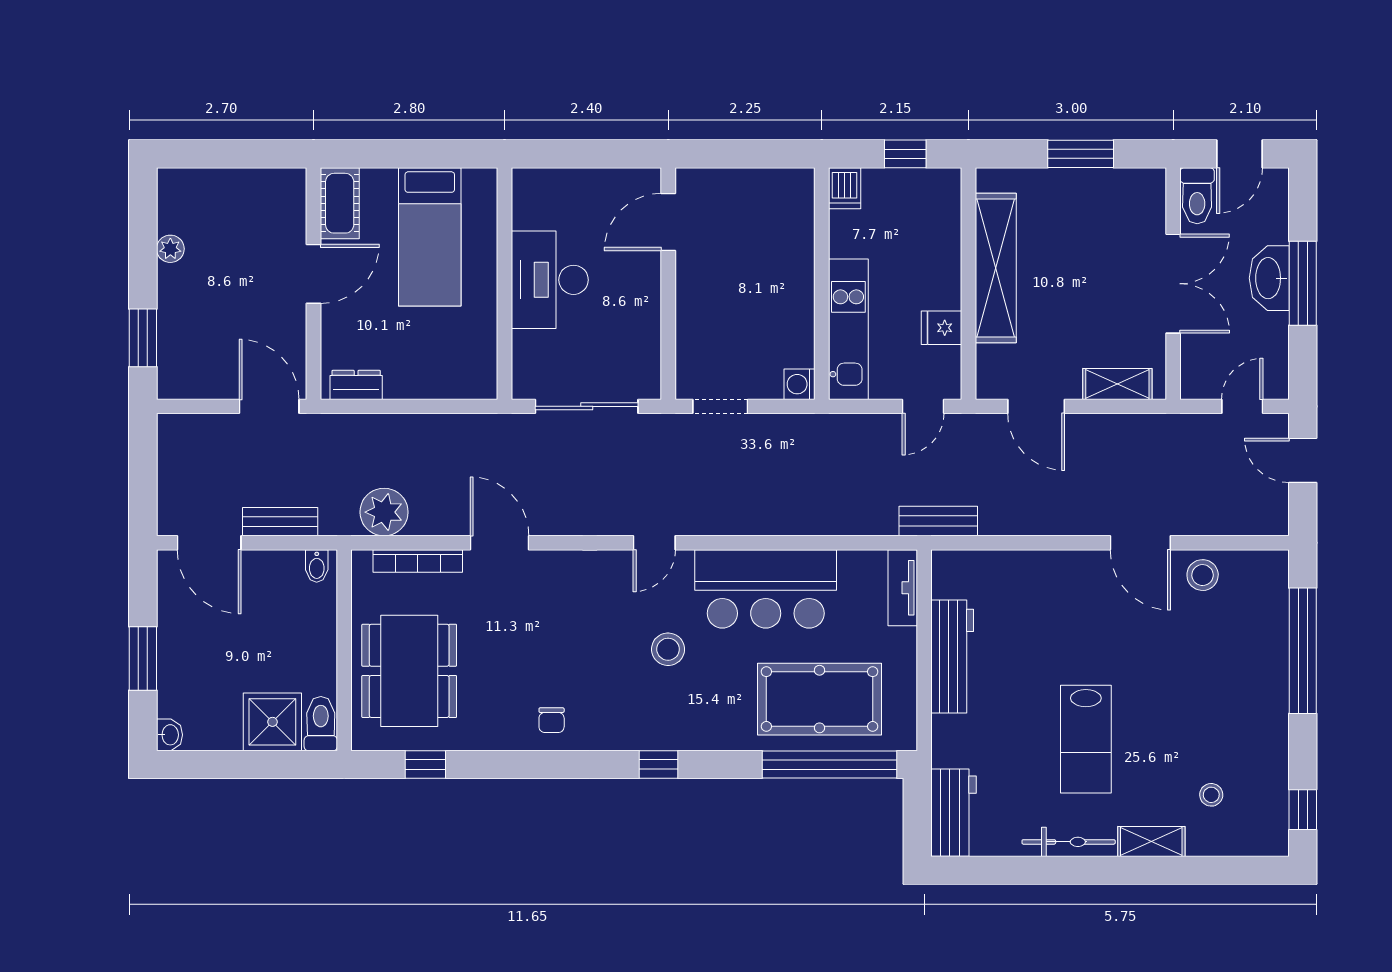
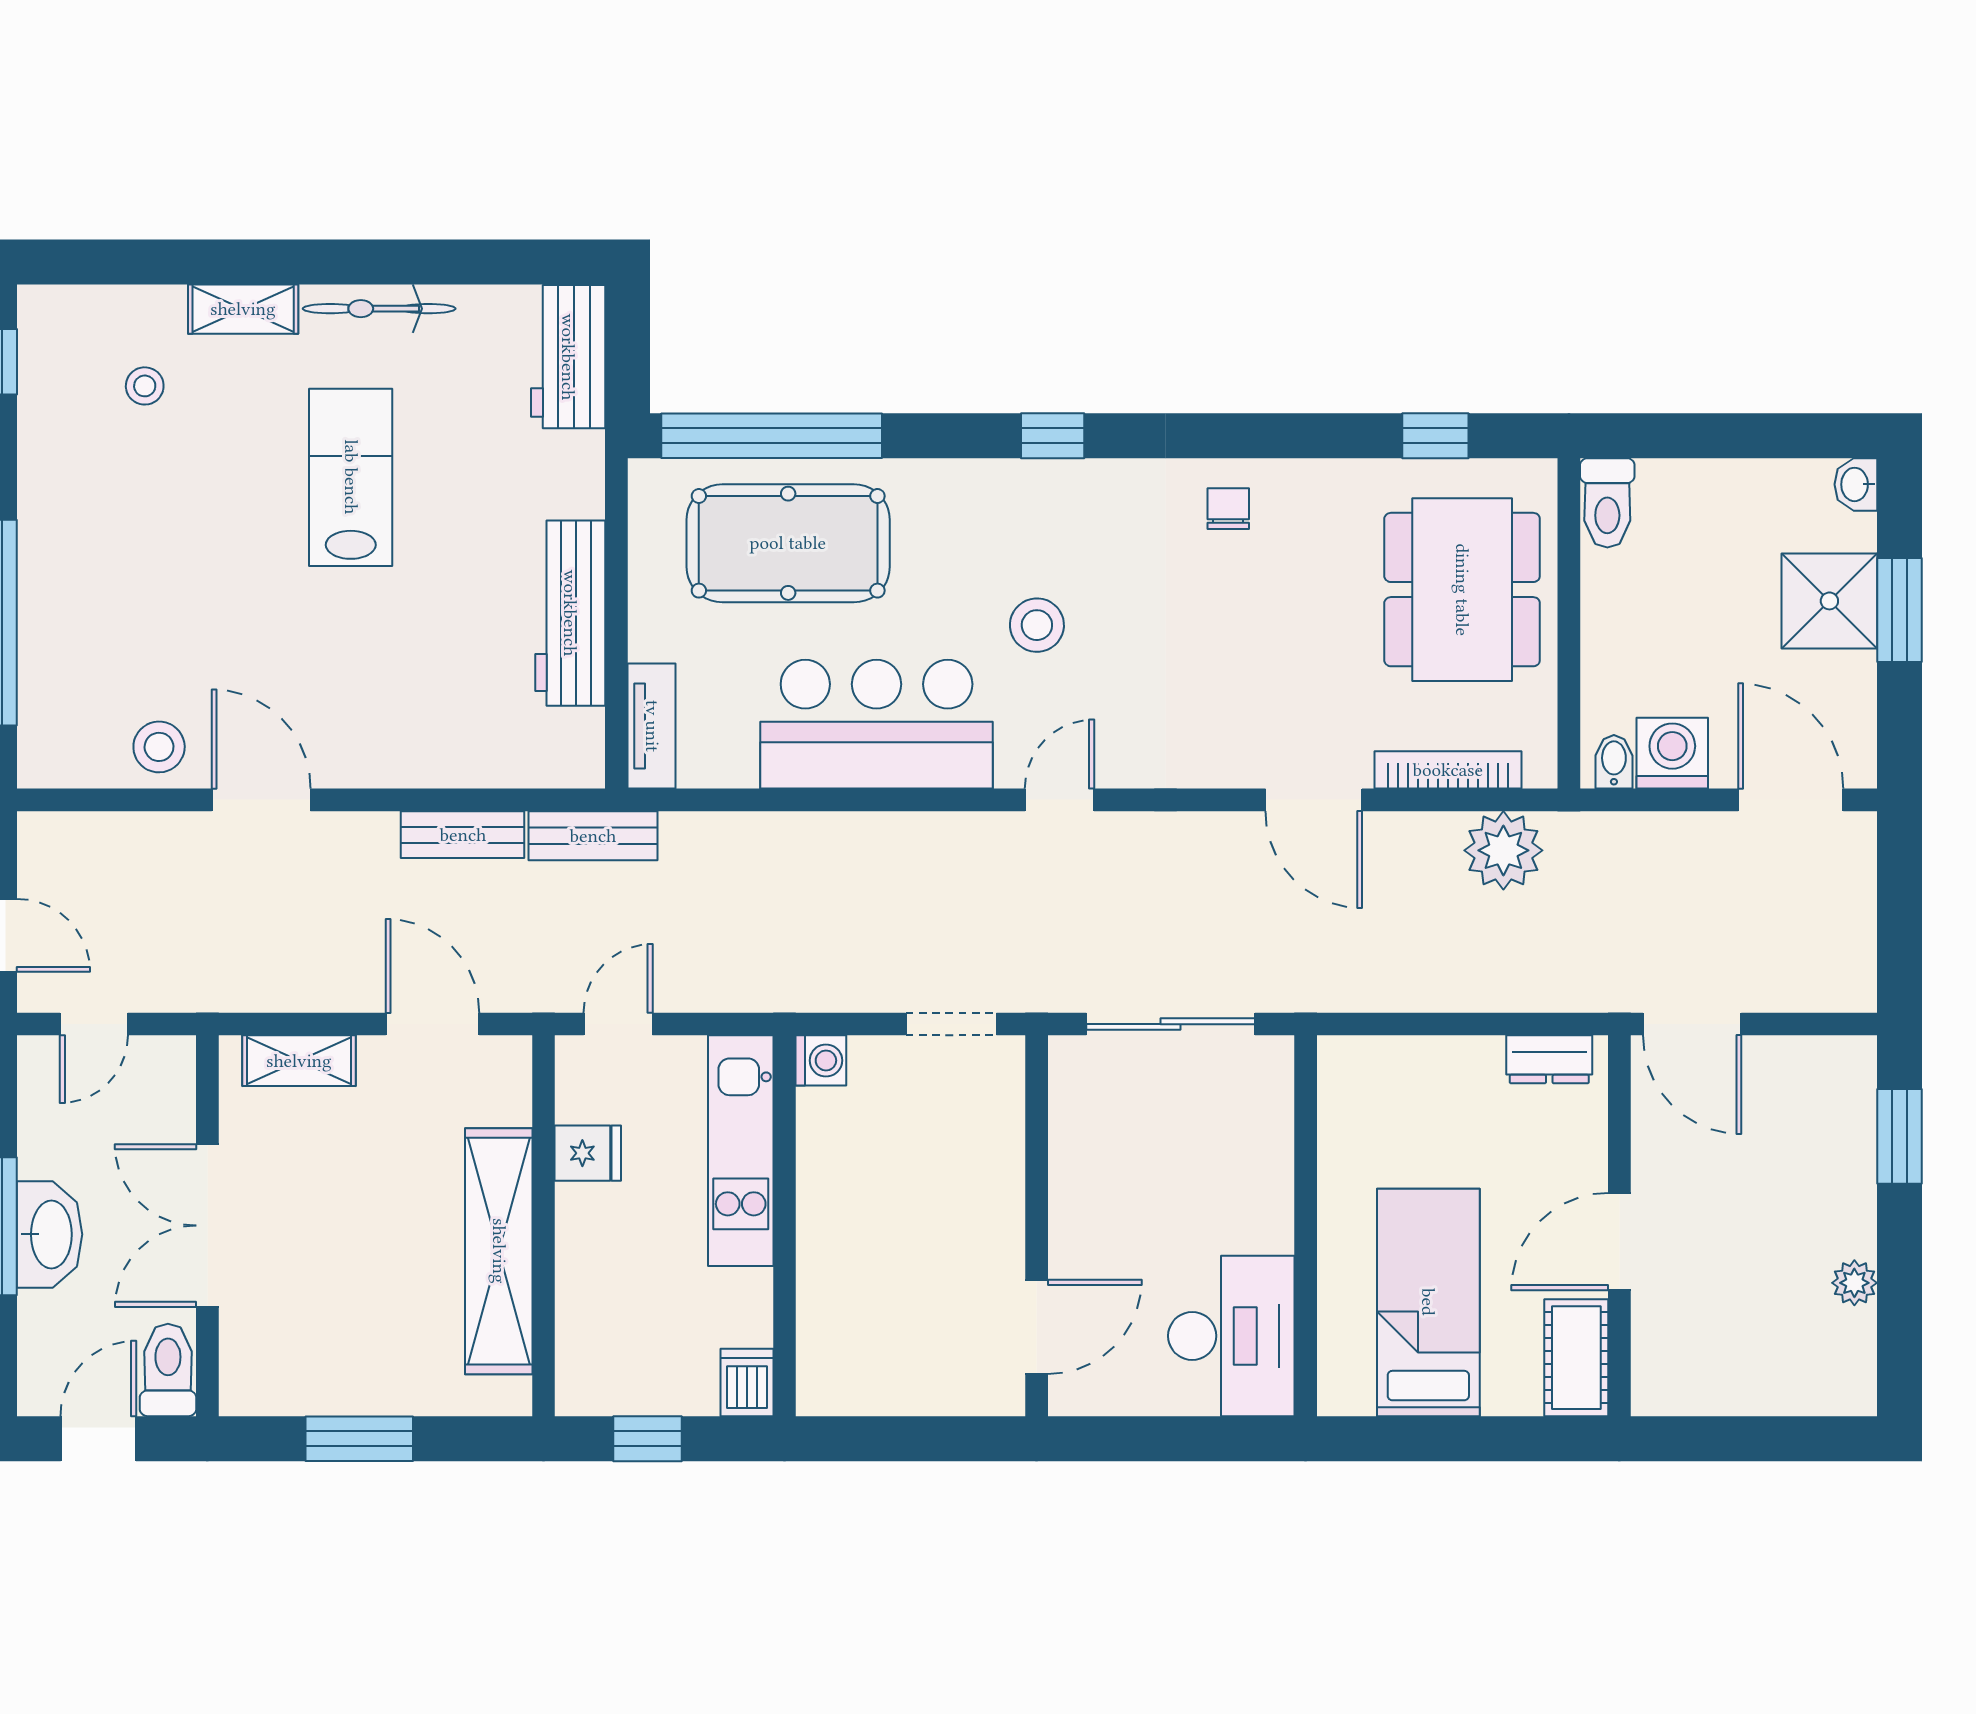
desk: (550, 280) -> (1231, 1336), moved
bench: (280, 522) -> (463, 835), moved
washing machine: (281, 571) -> (1672, 753), added
shower: (272, 722) -> (1829, 601), moved

